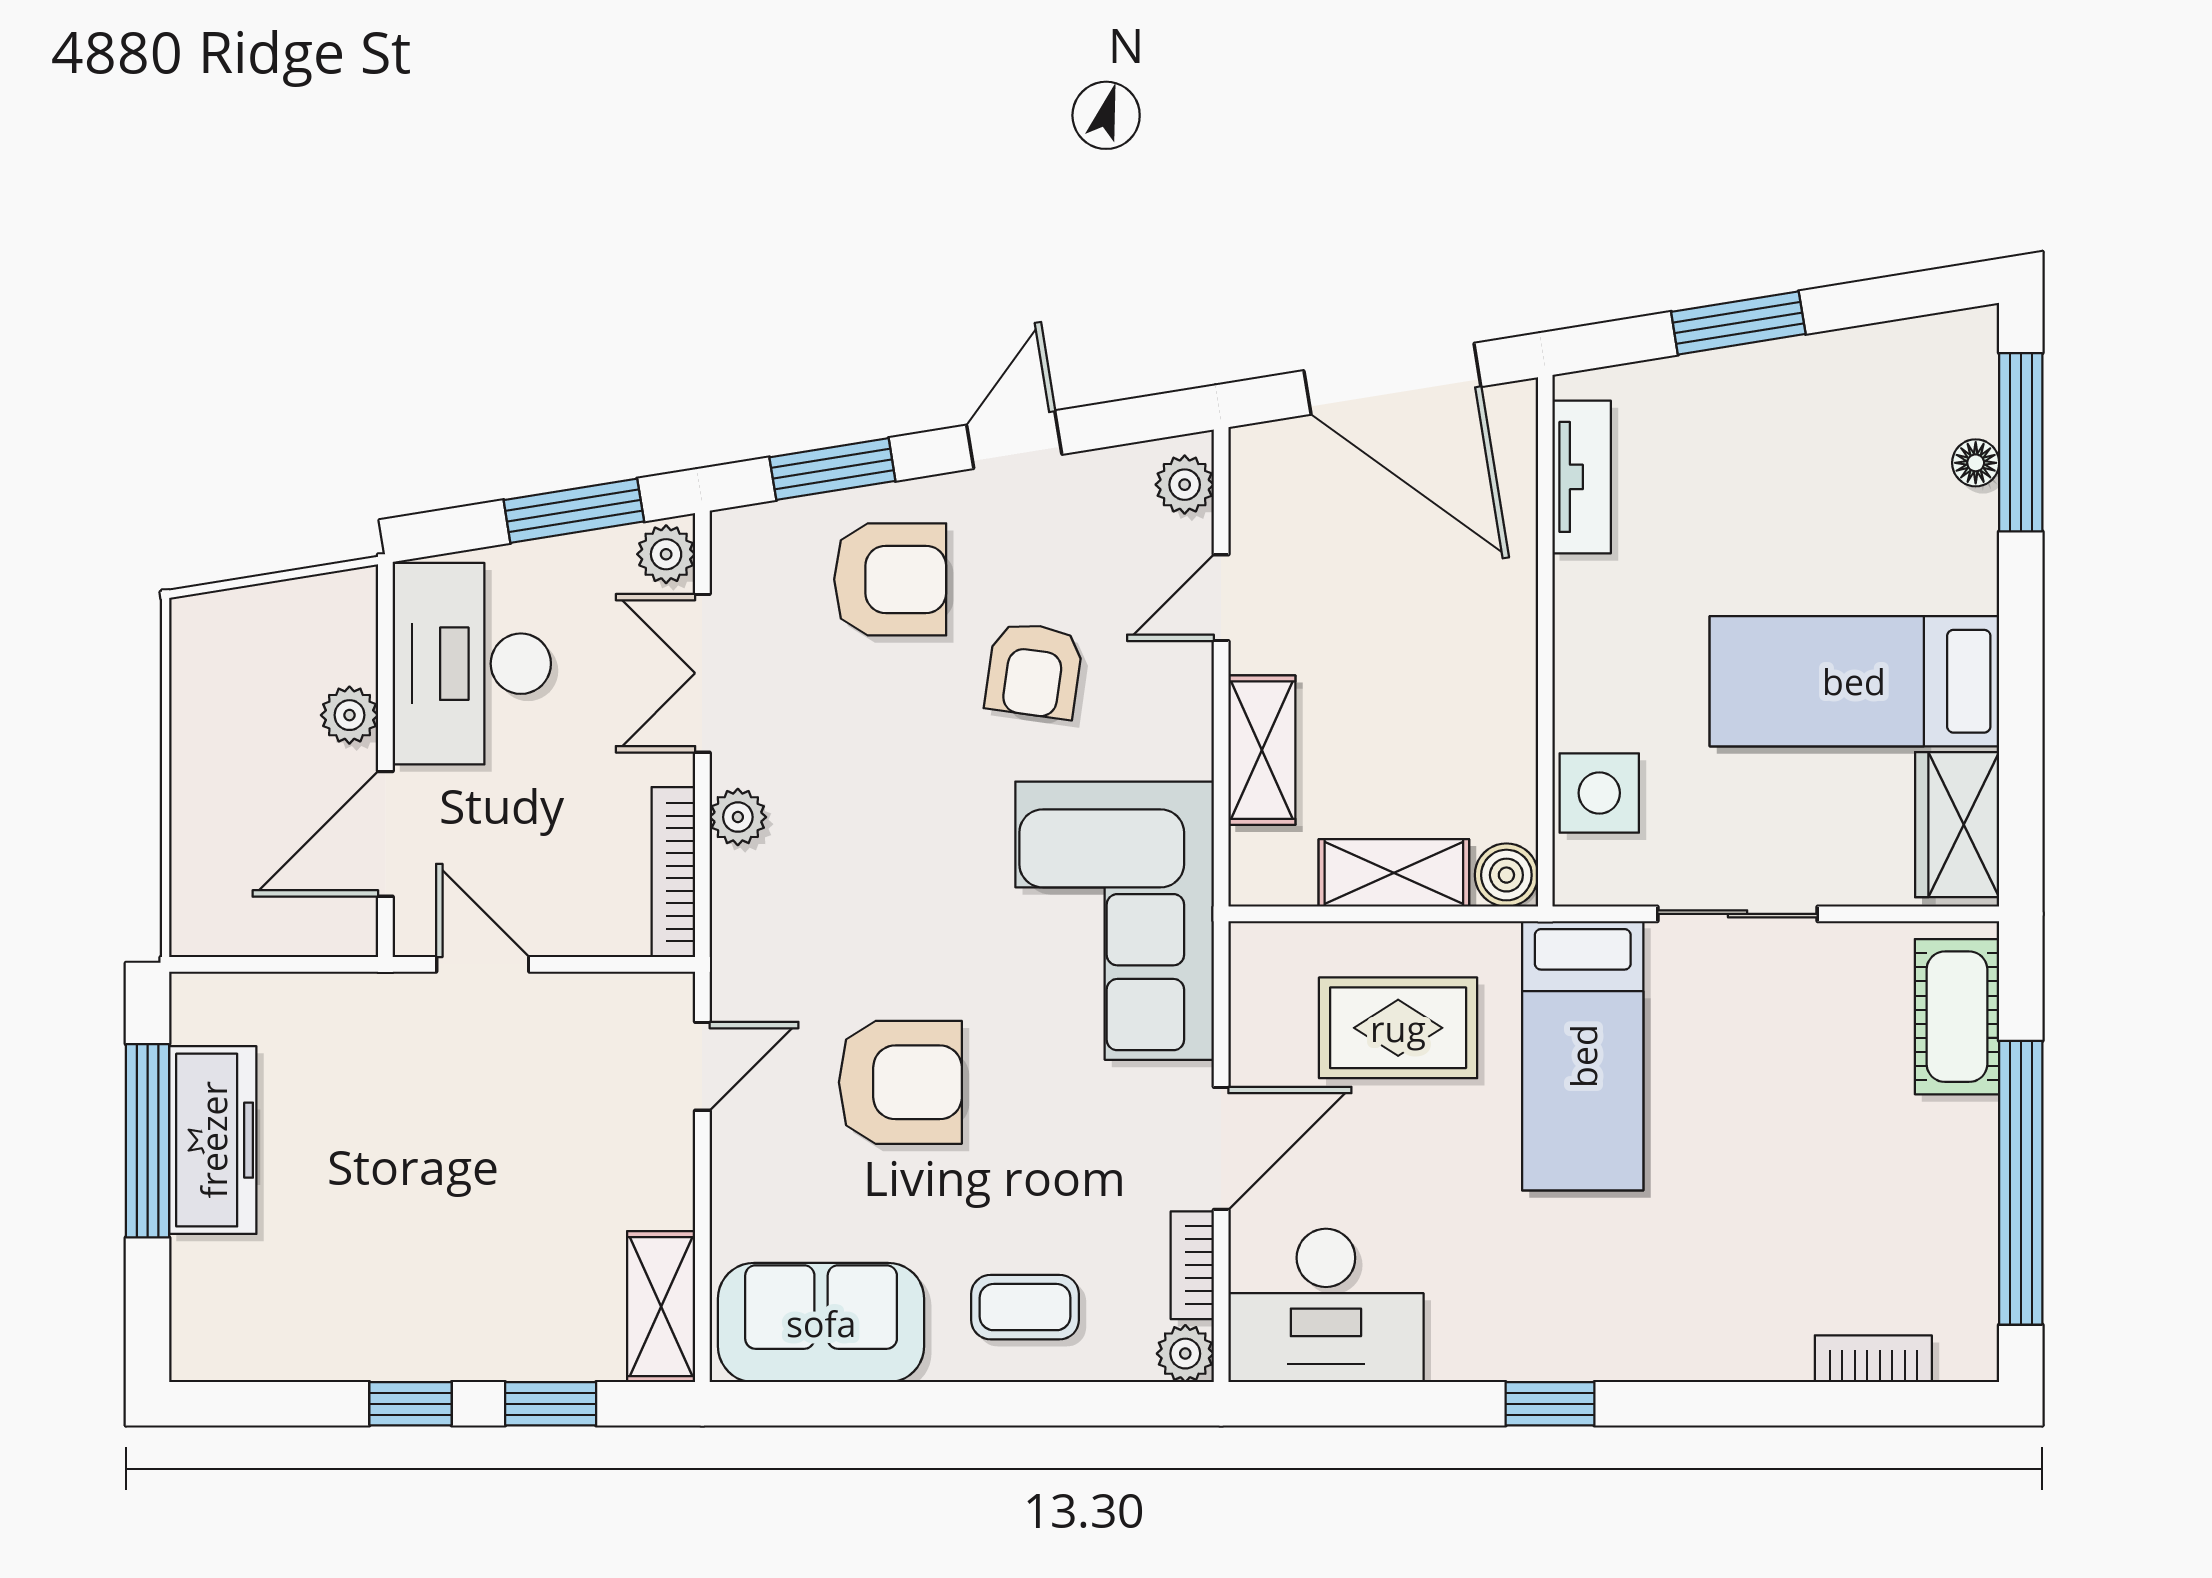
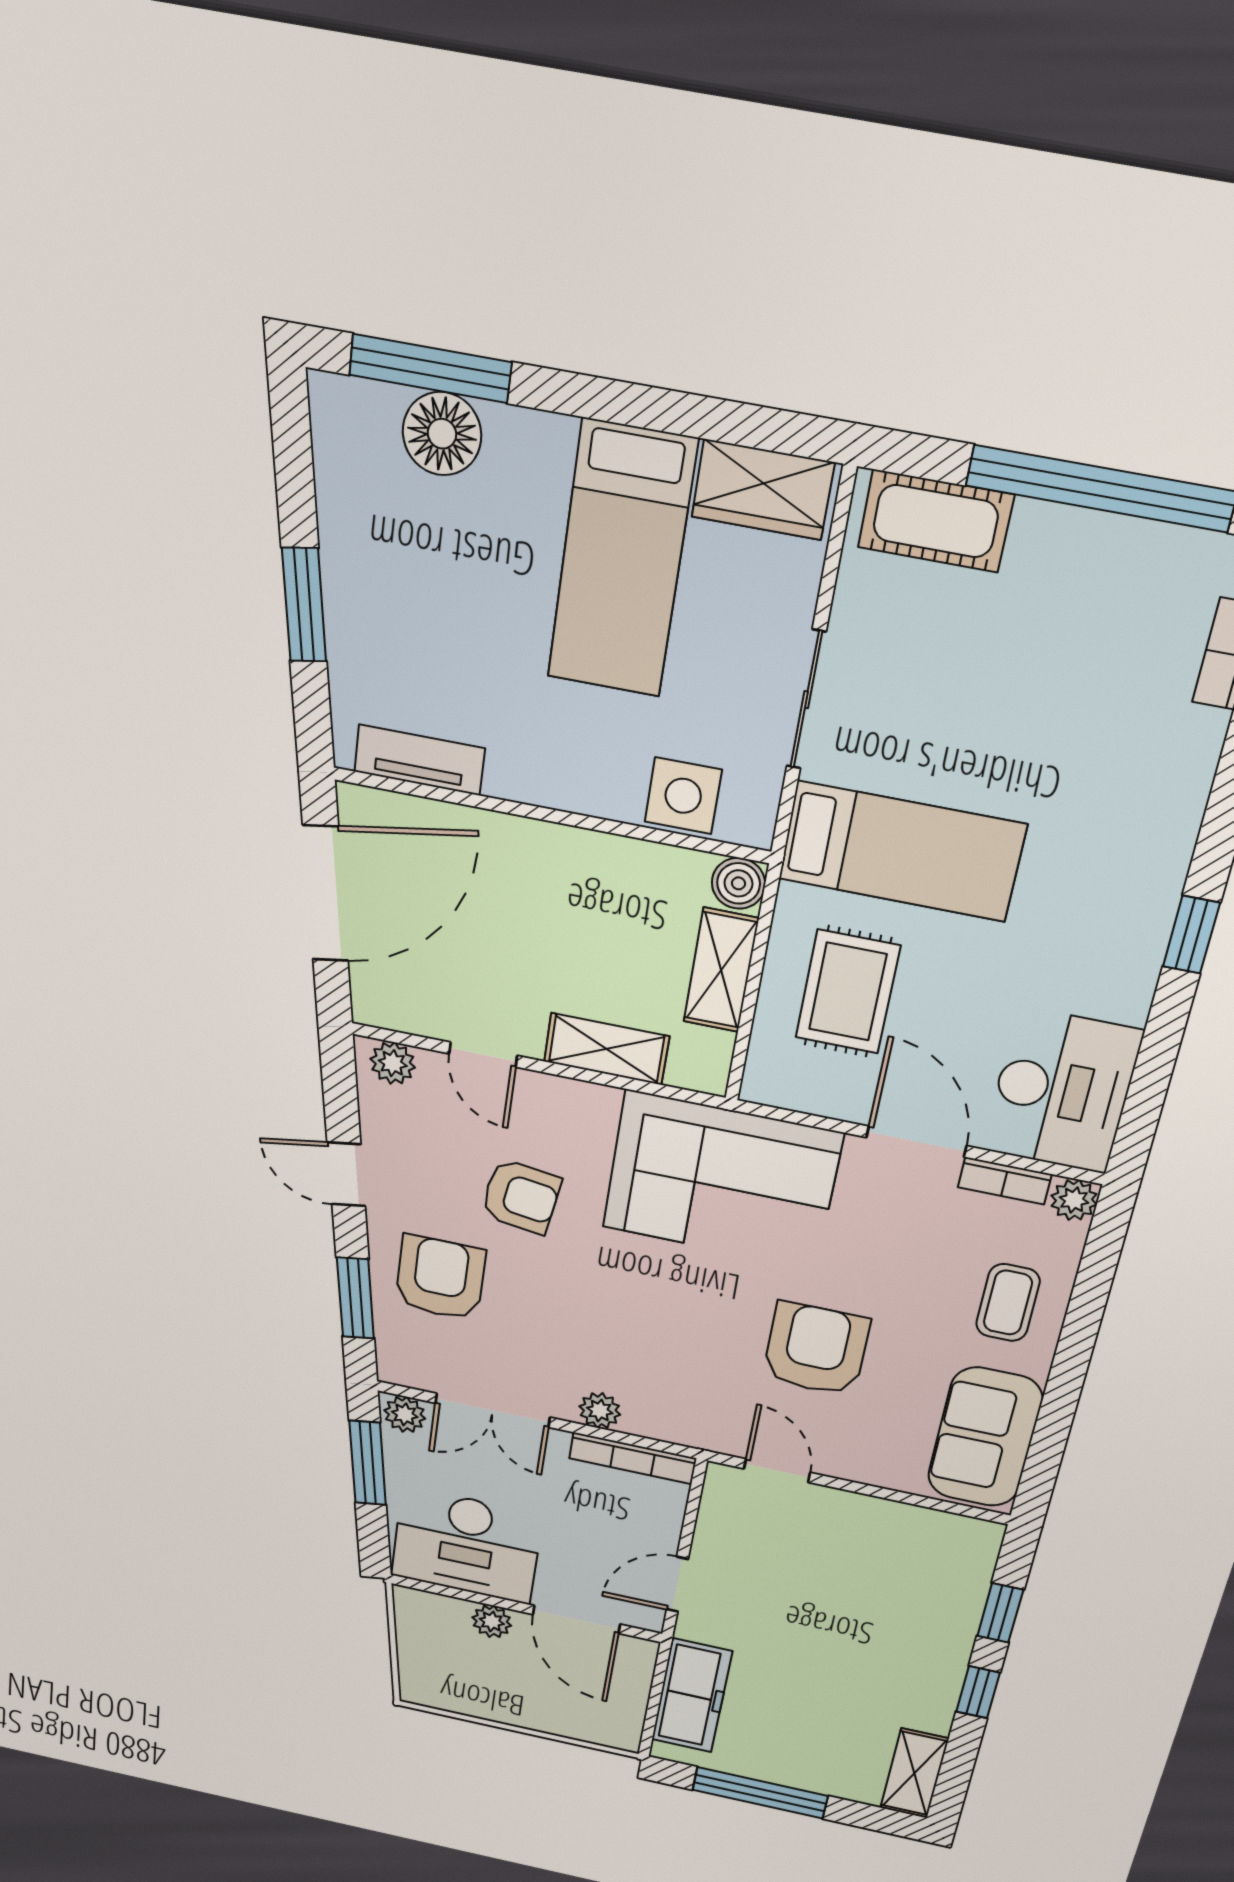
floor lamp: (1976, 463) -> (442, 434), width x1.89, depth x1.89
freezer: (213, 1140) -> (692, 1696), moved, turned 90
shelving: (661, 1307) -> (914, 1773), moved, turned 90

